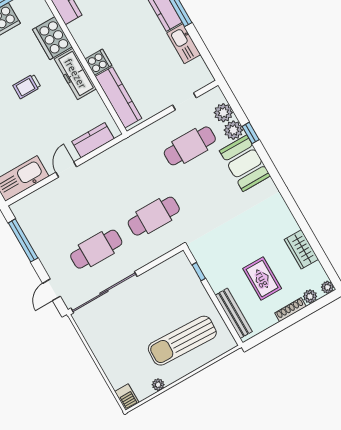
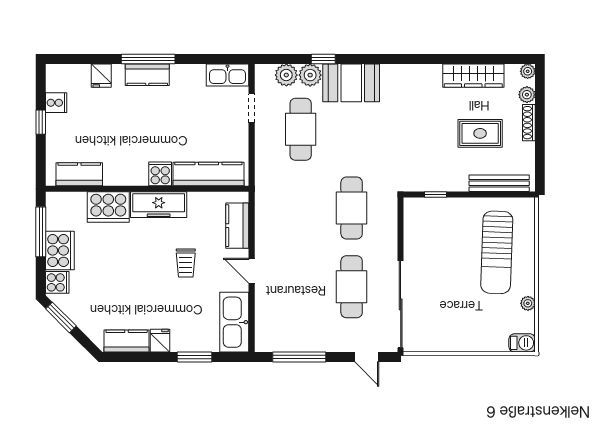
kitchen sink: (184, 44) -> (227, 75), moved
trolley: (27, 86) -> (186, 263), moved
wardrobe: (301, 249) -> (473, 76), width x1.50

